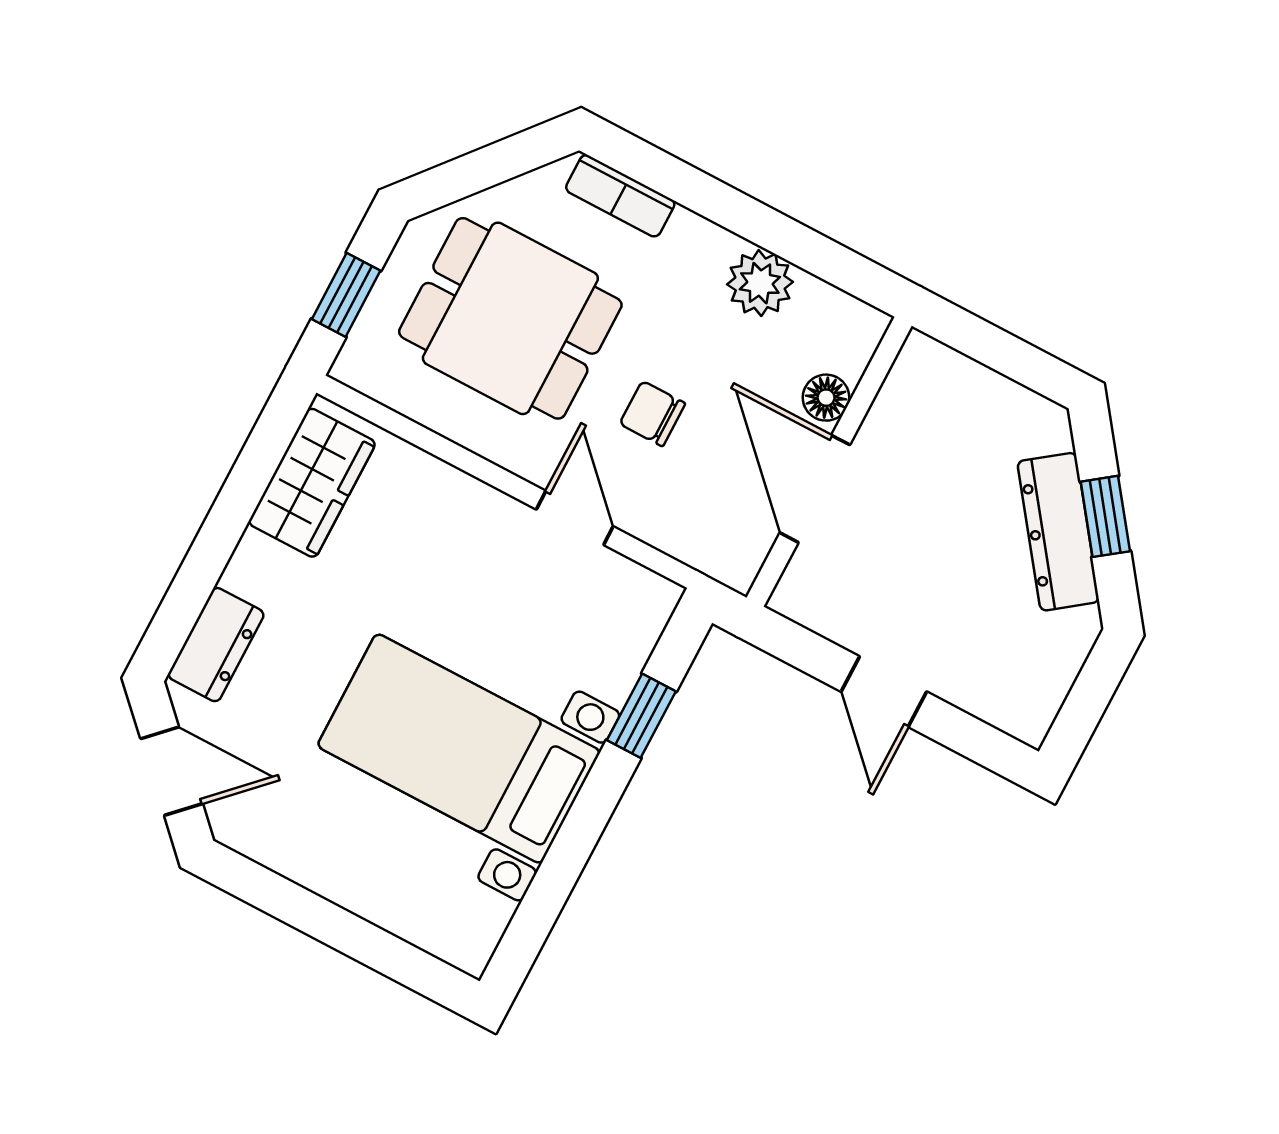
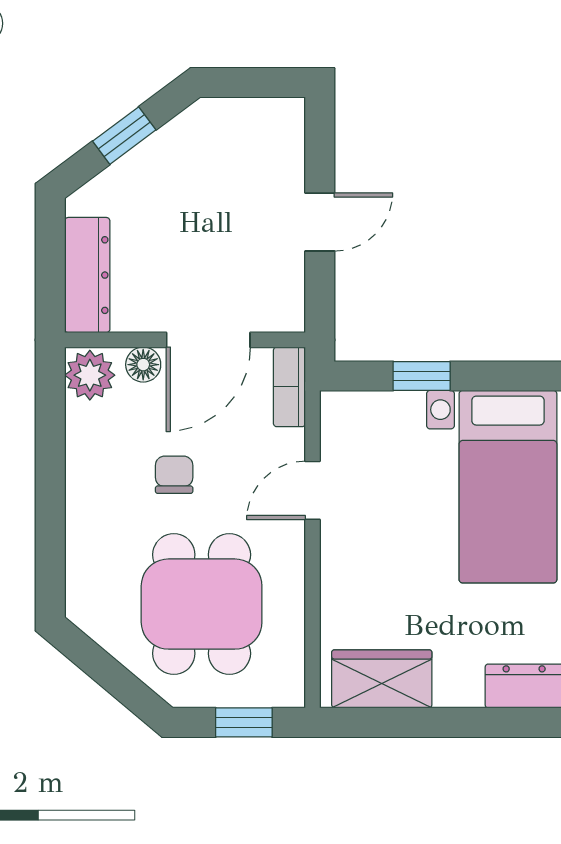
bookcase: (620, 196) -> (289, 387), moved, turned 180
plant: (760, 283) -> (90, 375), moved
chair: (652, 414) -> (174, 475), moved, turned 180
dresser: (1058, 532) -> (87, 275), moved, turned -53

